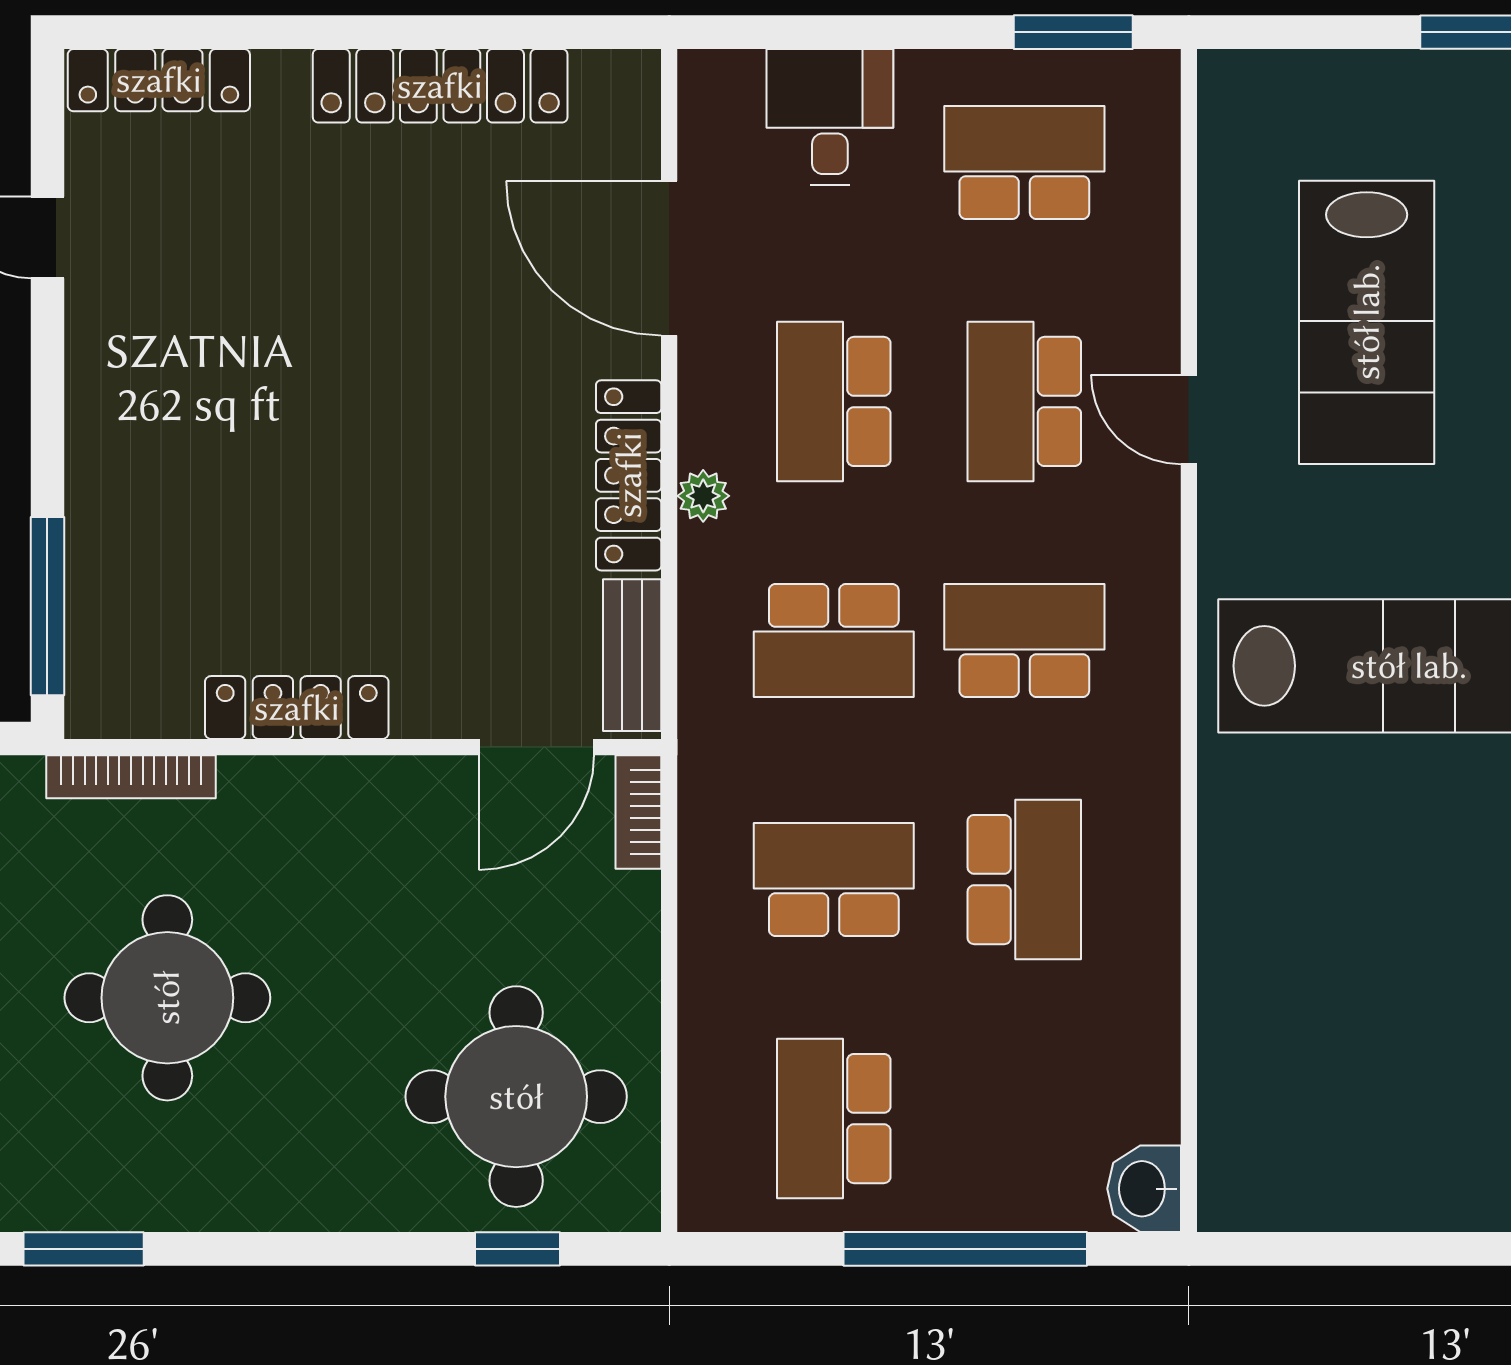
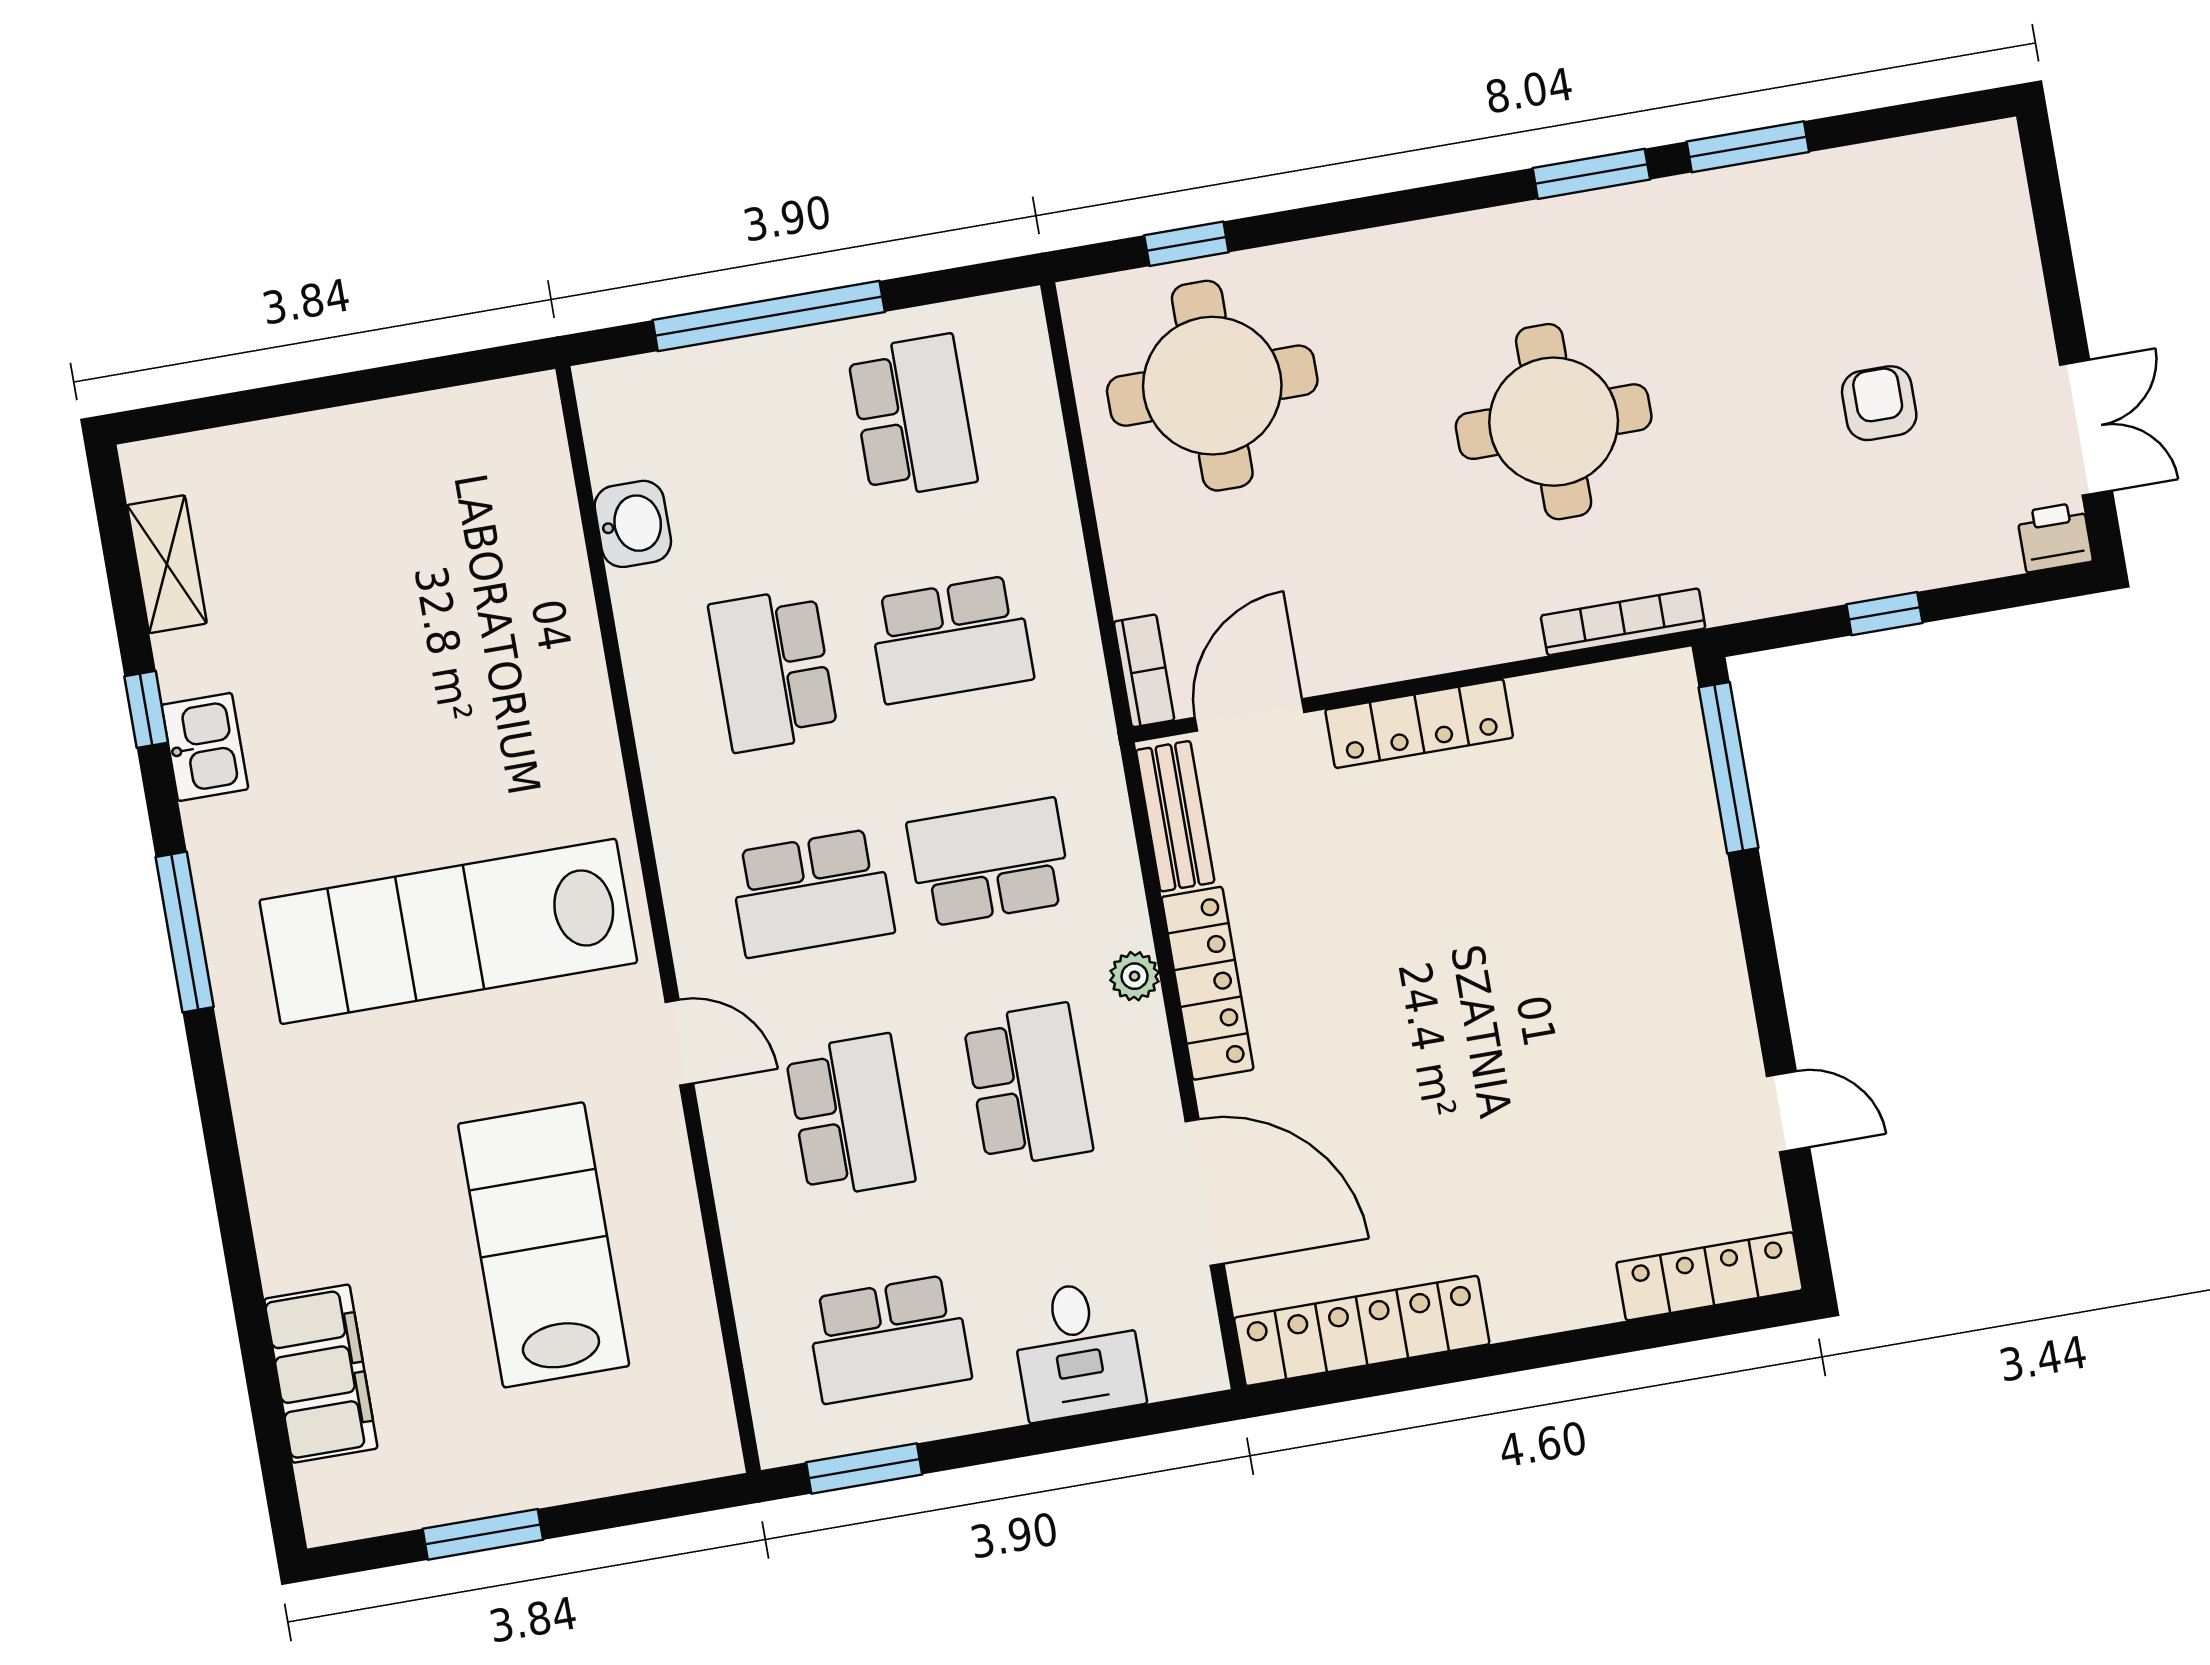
locker: (440, 86) -> (1362, 1331), moved
door: (1189, 419) -> (679, 1043), moved
locker: (297, 708) -> (1419, 724), moved
washbasin: (1144, 1189) -> (633, 524), moved

